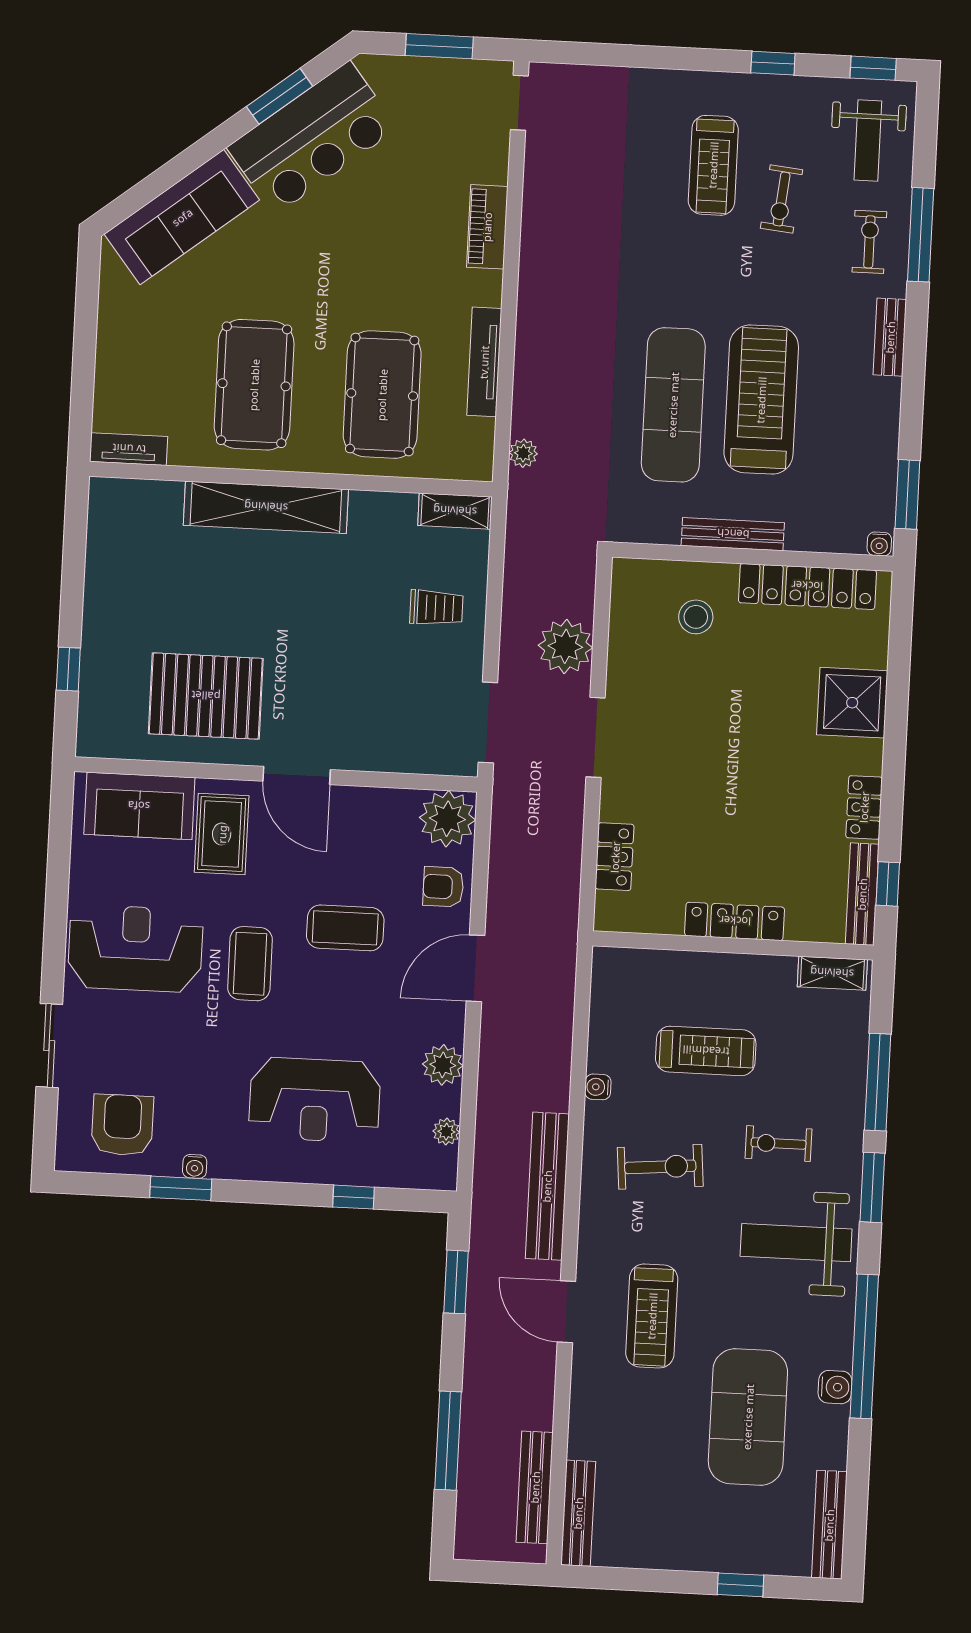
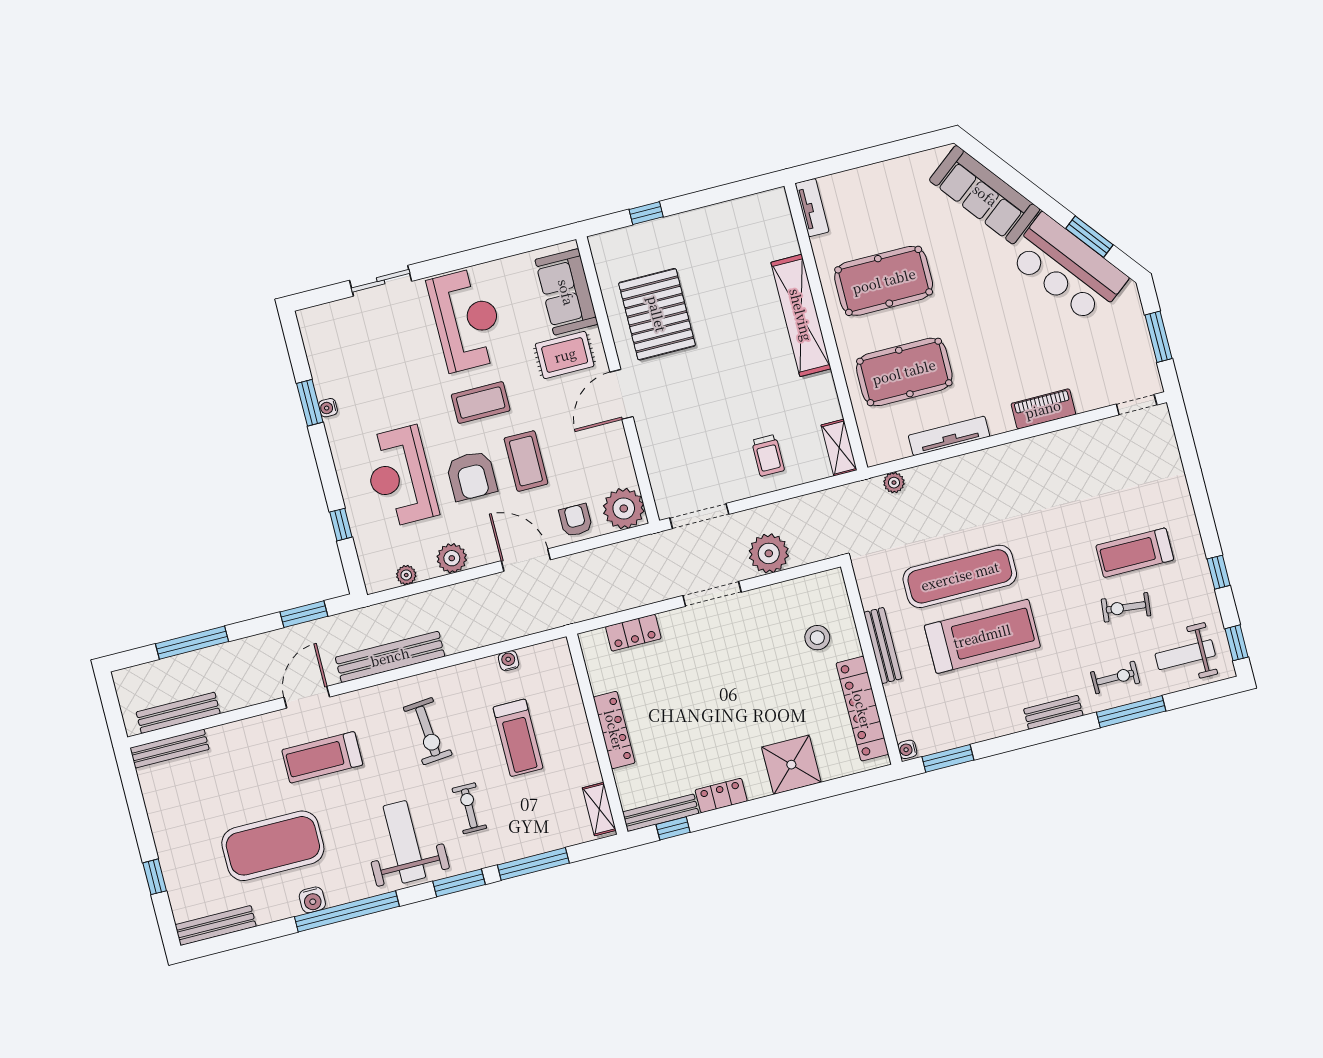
water cooler: (598, 1087) -> (509, 661), moved
armchair: (122, 1125) -> (472, 476), moved, turned 90

